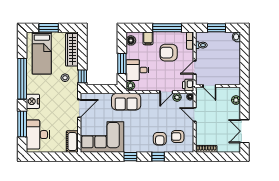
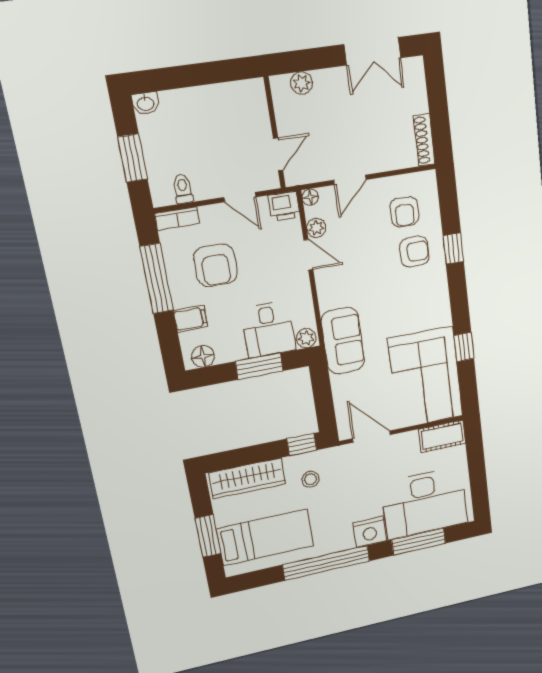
desk: (38, 135) -> (425, 503), width x1.36, depth x1.30
window: (130, 157) -> (464, 347), moved

